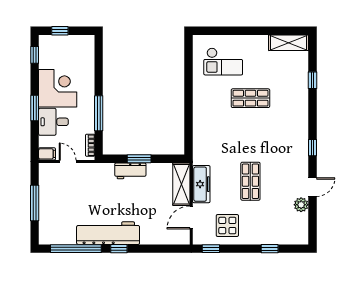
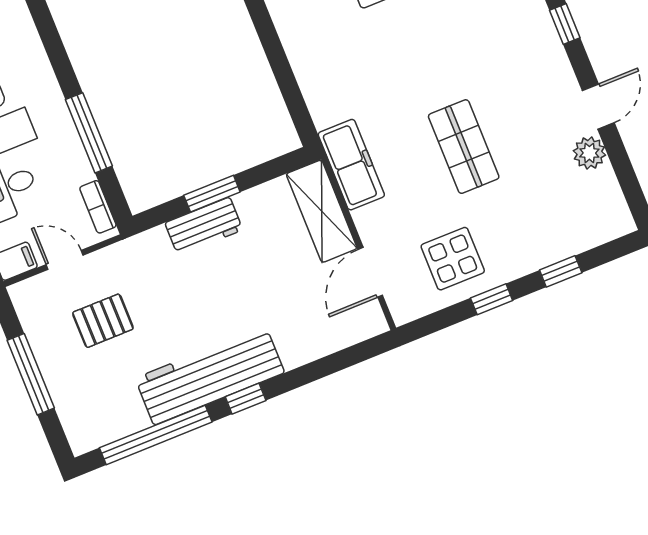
freezer: (201, 184) -> (351, 165), moved
pallet: (73, 193) -> (103, 321), added
window: (211, 249) -> (492, 299), moved

